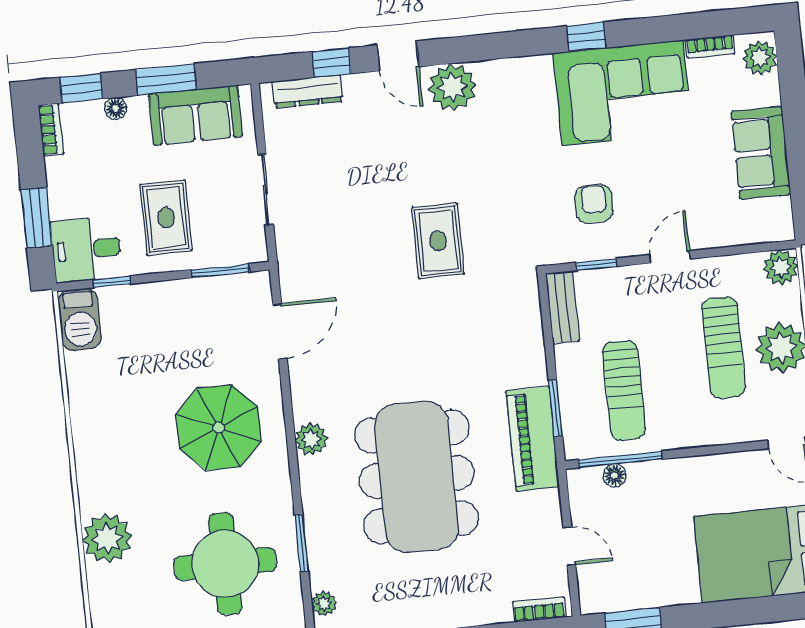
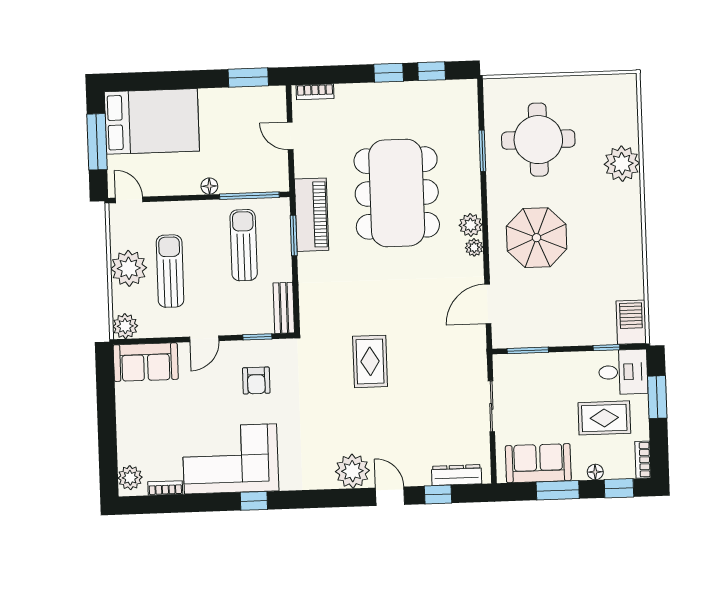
sofa: (761, 153) -> (146, 362), moved, turned 90
rug: (166, 218) -> (604, 418), moved, turned 90
floor lamp: (614, 475) -> (209, 186), moved
plant: (324, 604) -> (474, 247), moved

